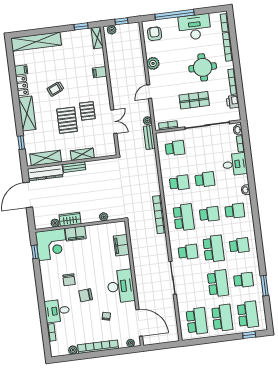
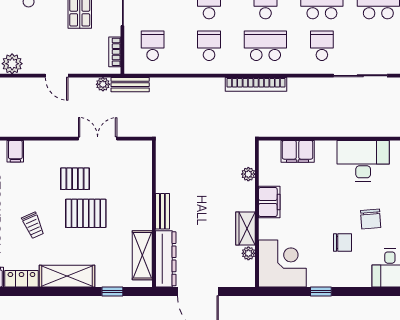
shelving: (82, 154) -> (144, 196), removed
filing cabinet: (76, 233) -> (269, 202), moved
window: (35, 252) -> (321, 291), moved

